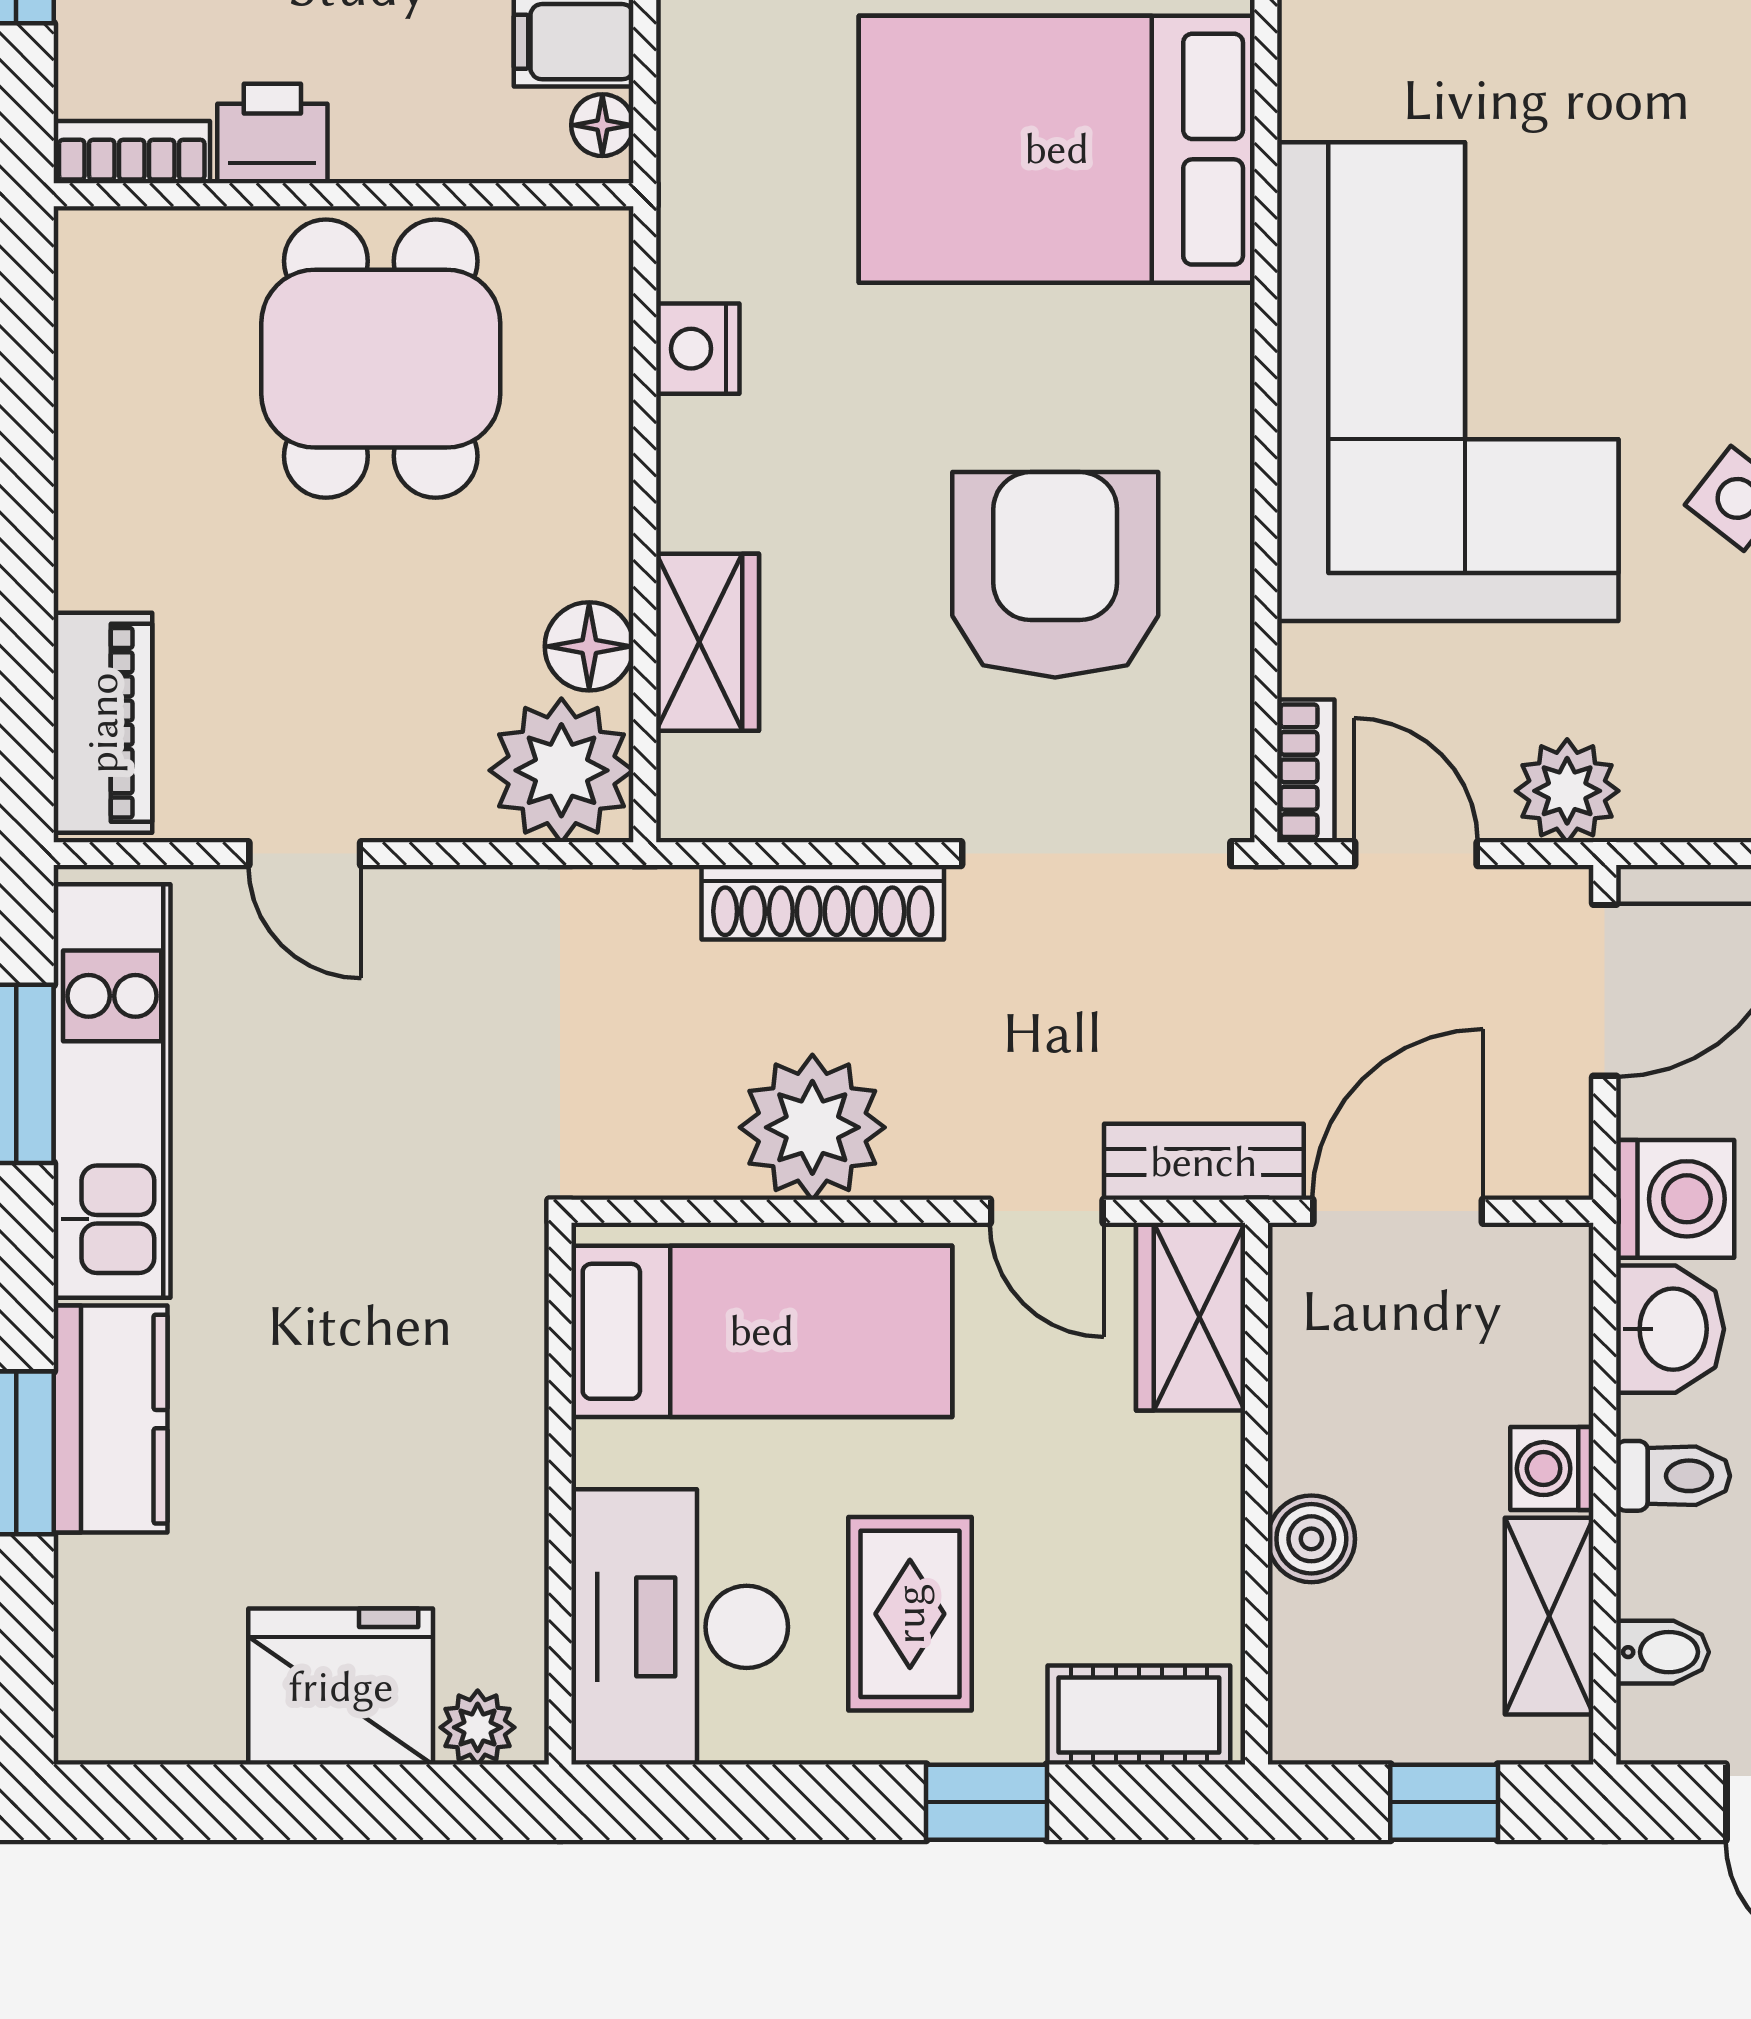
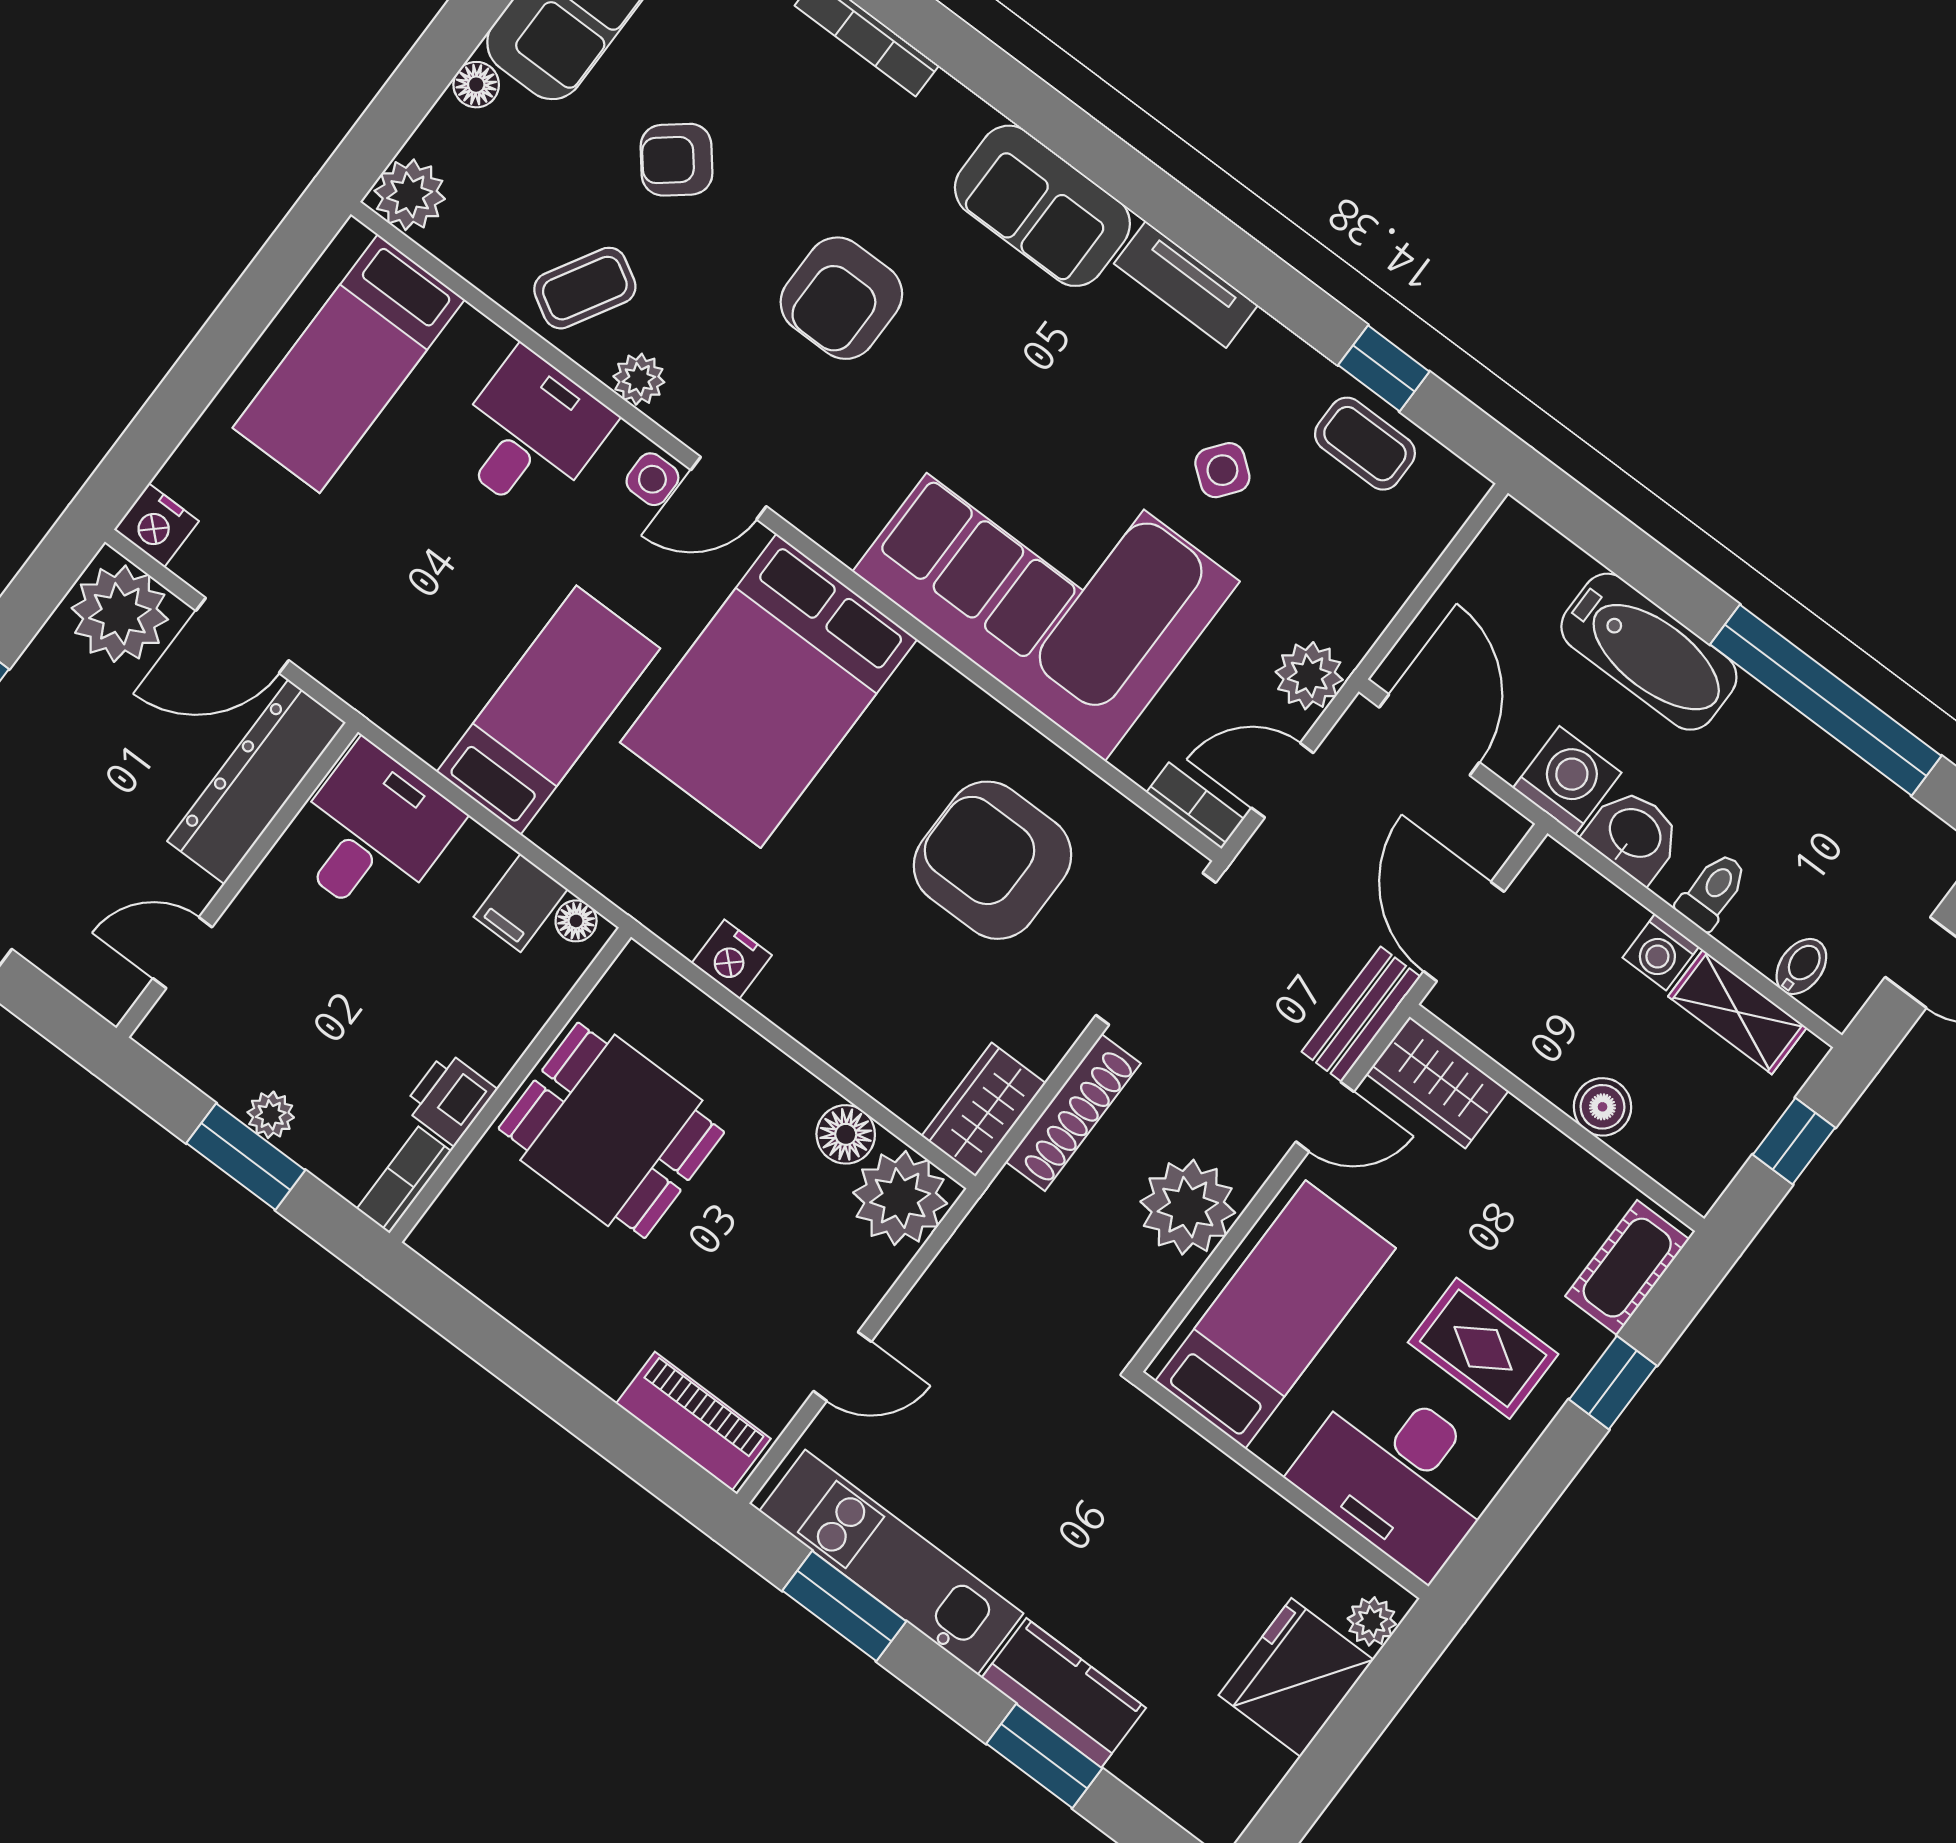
wardrobe: (707, 642) -> (984, 1110), moved, turned -90

